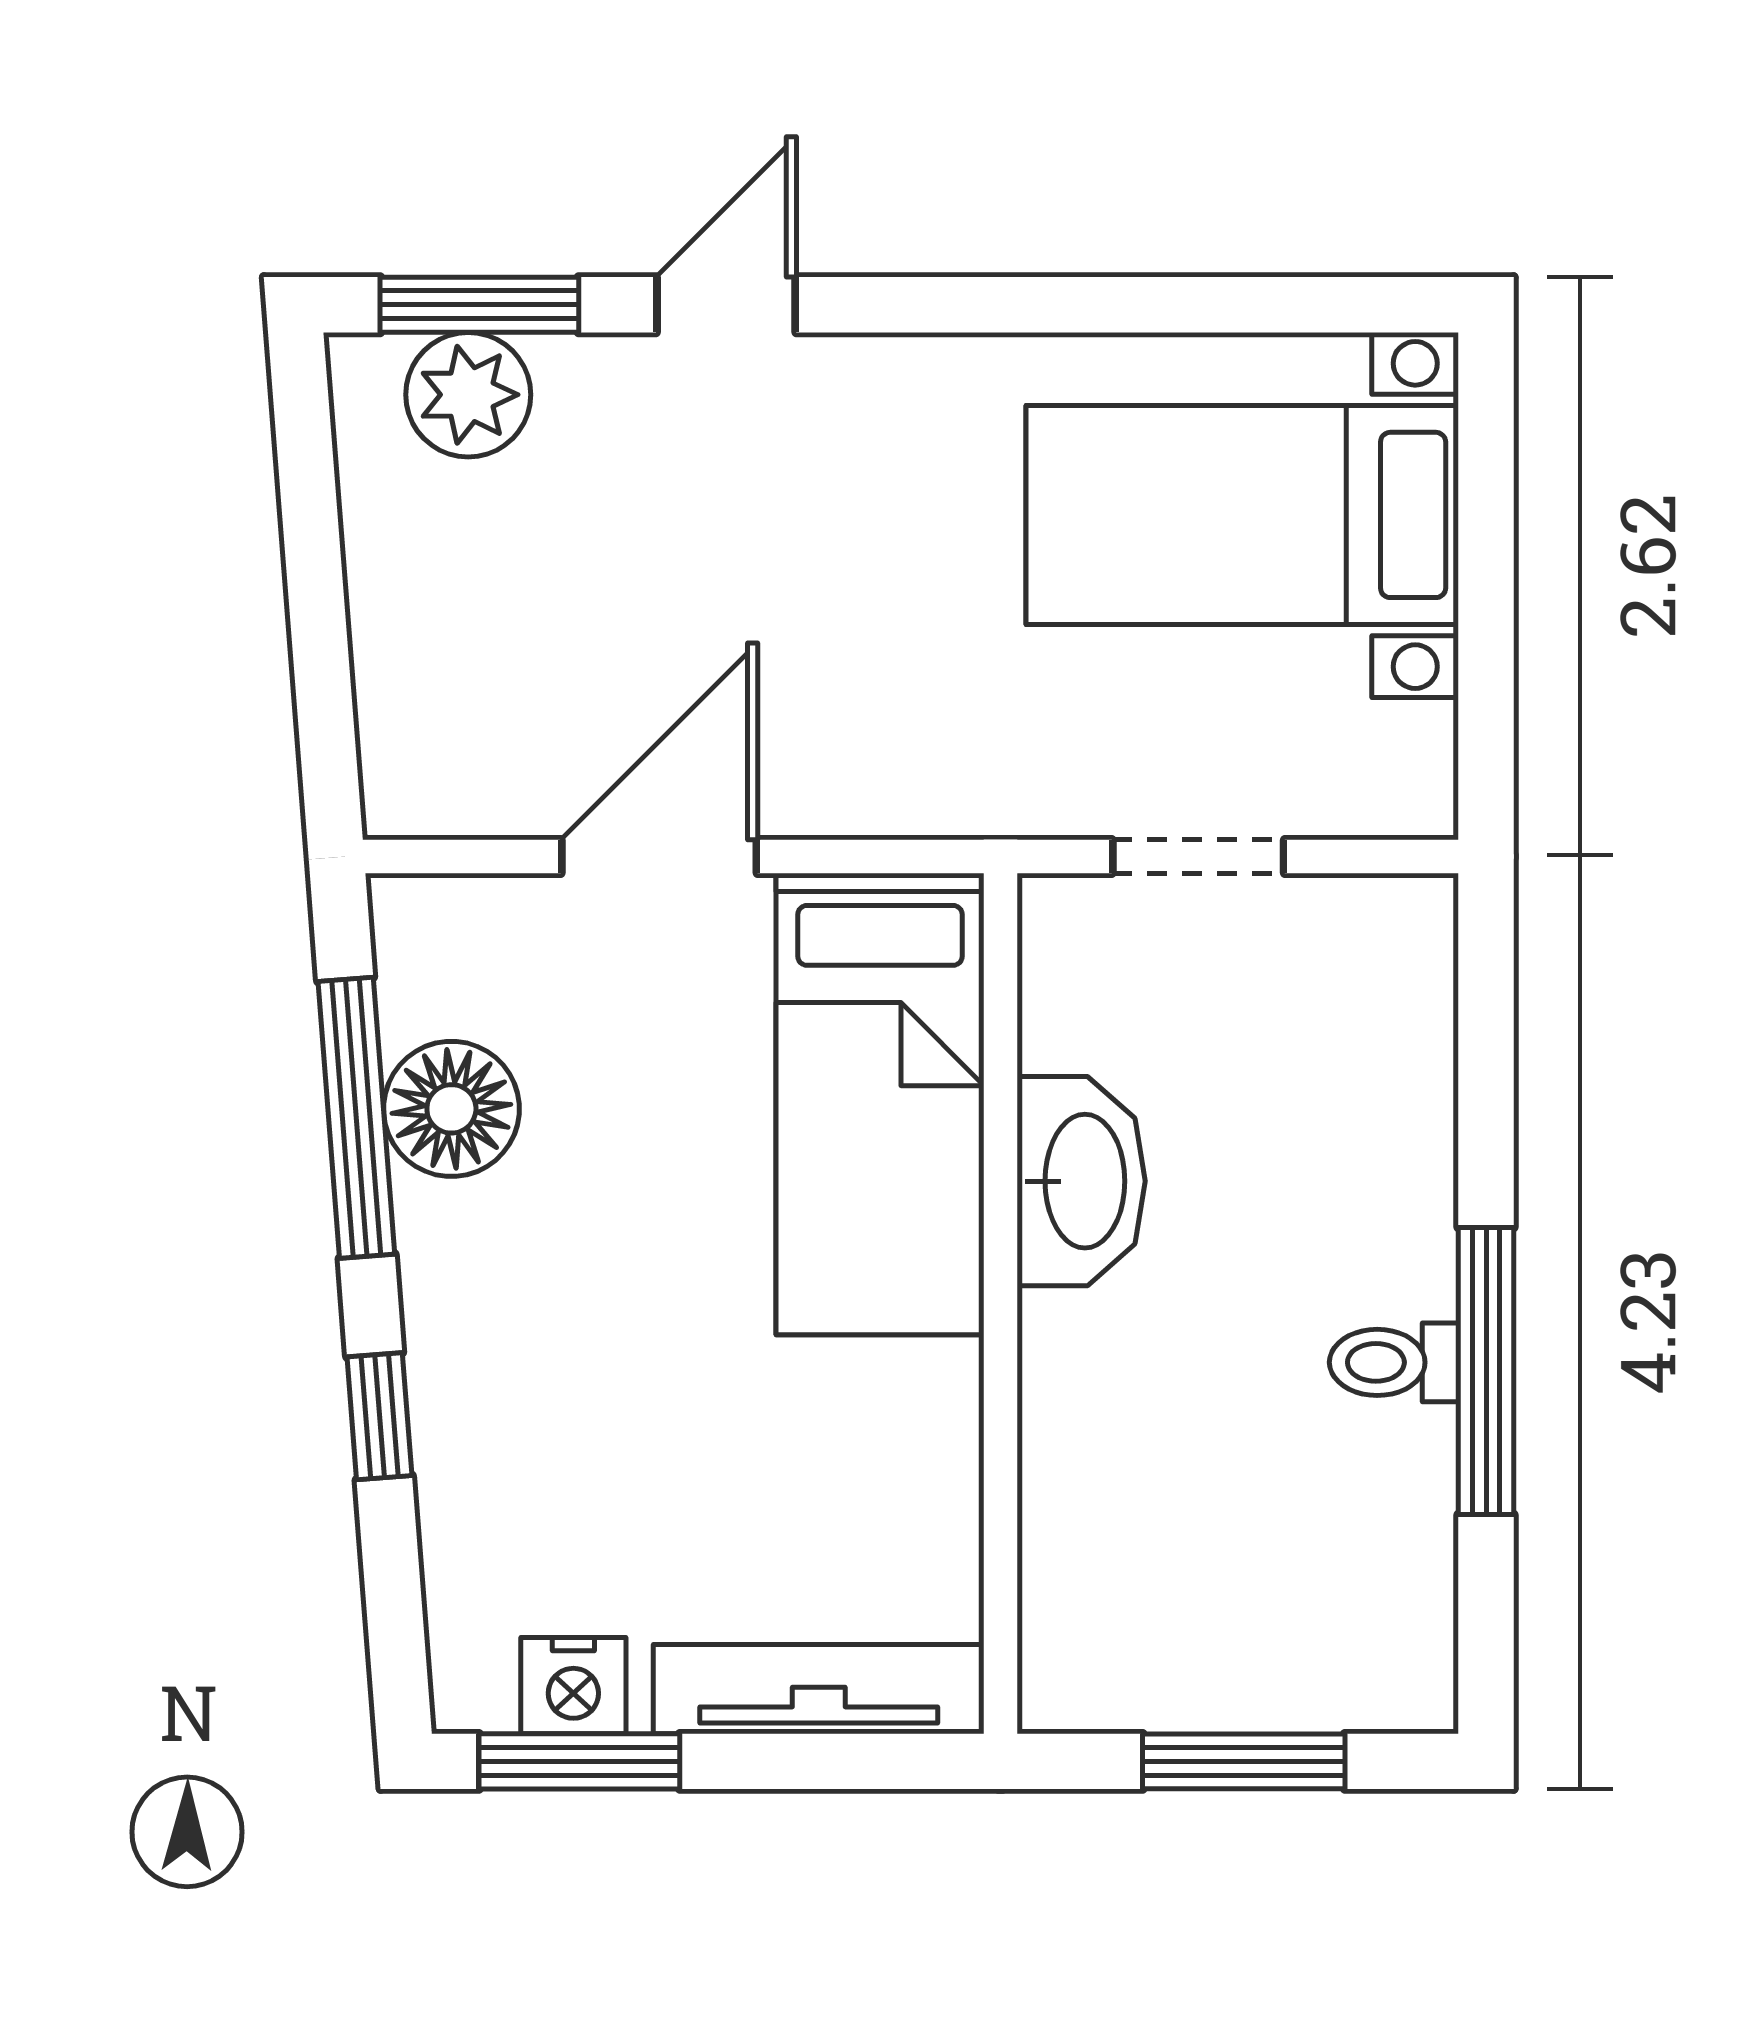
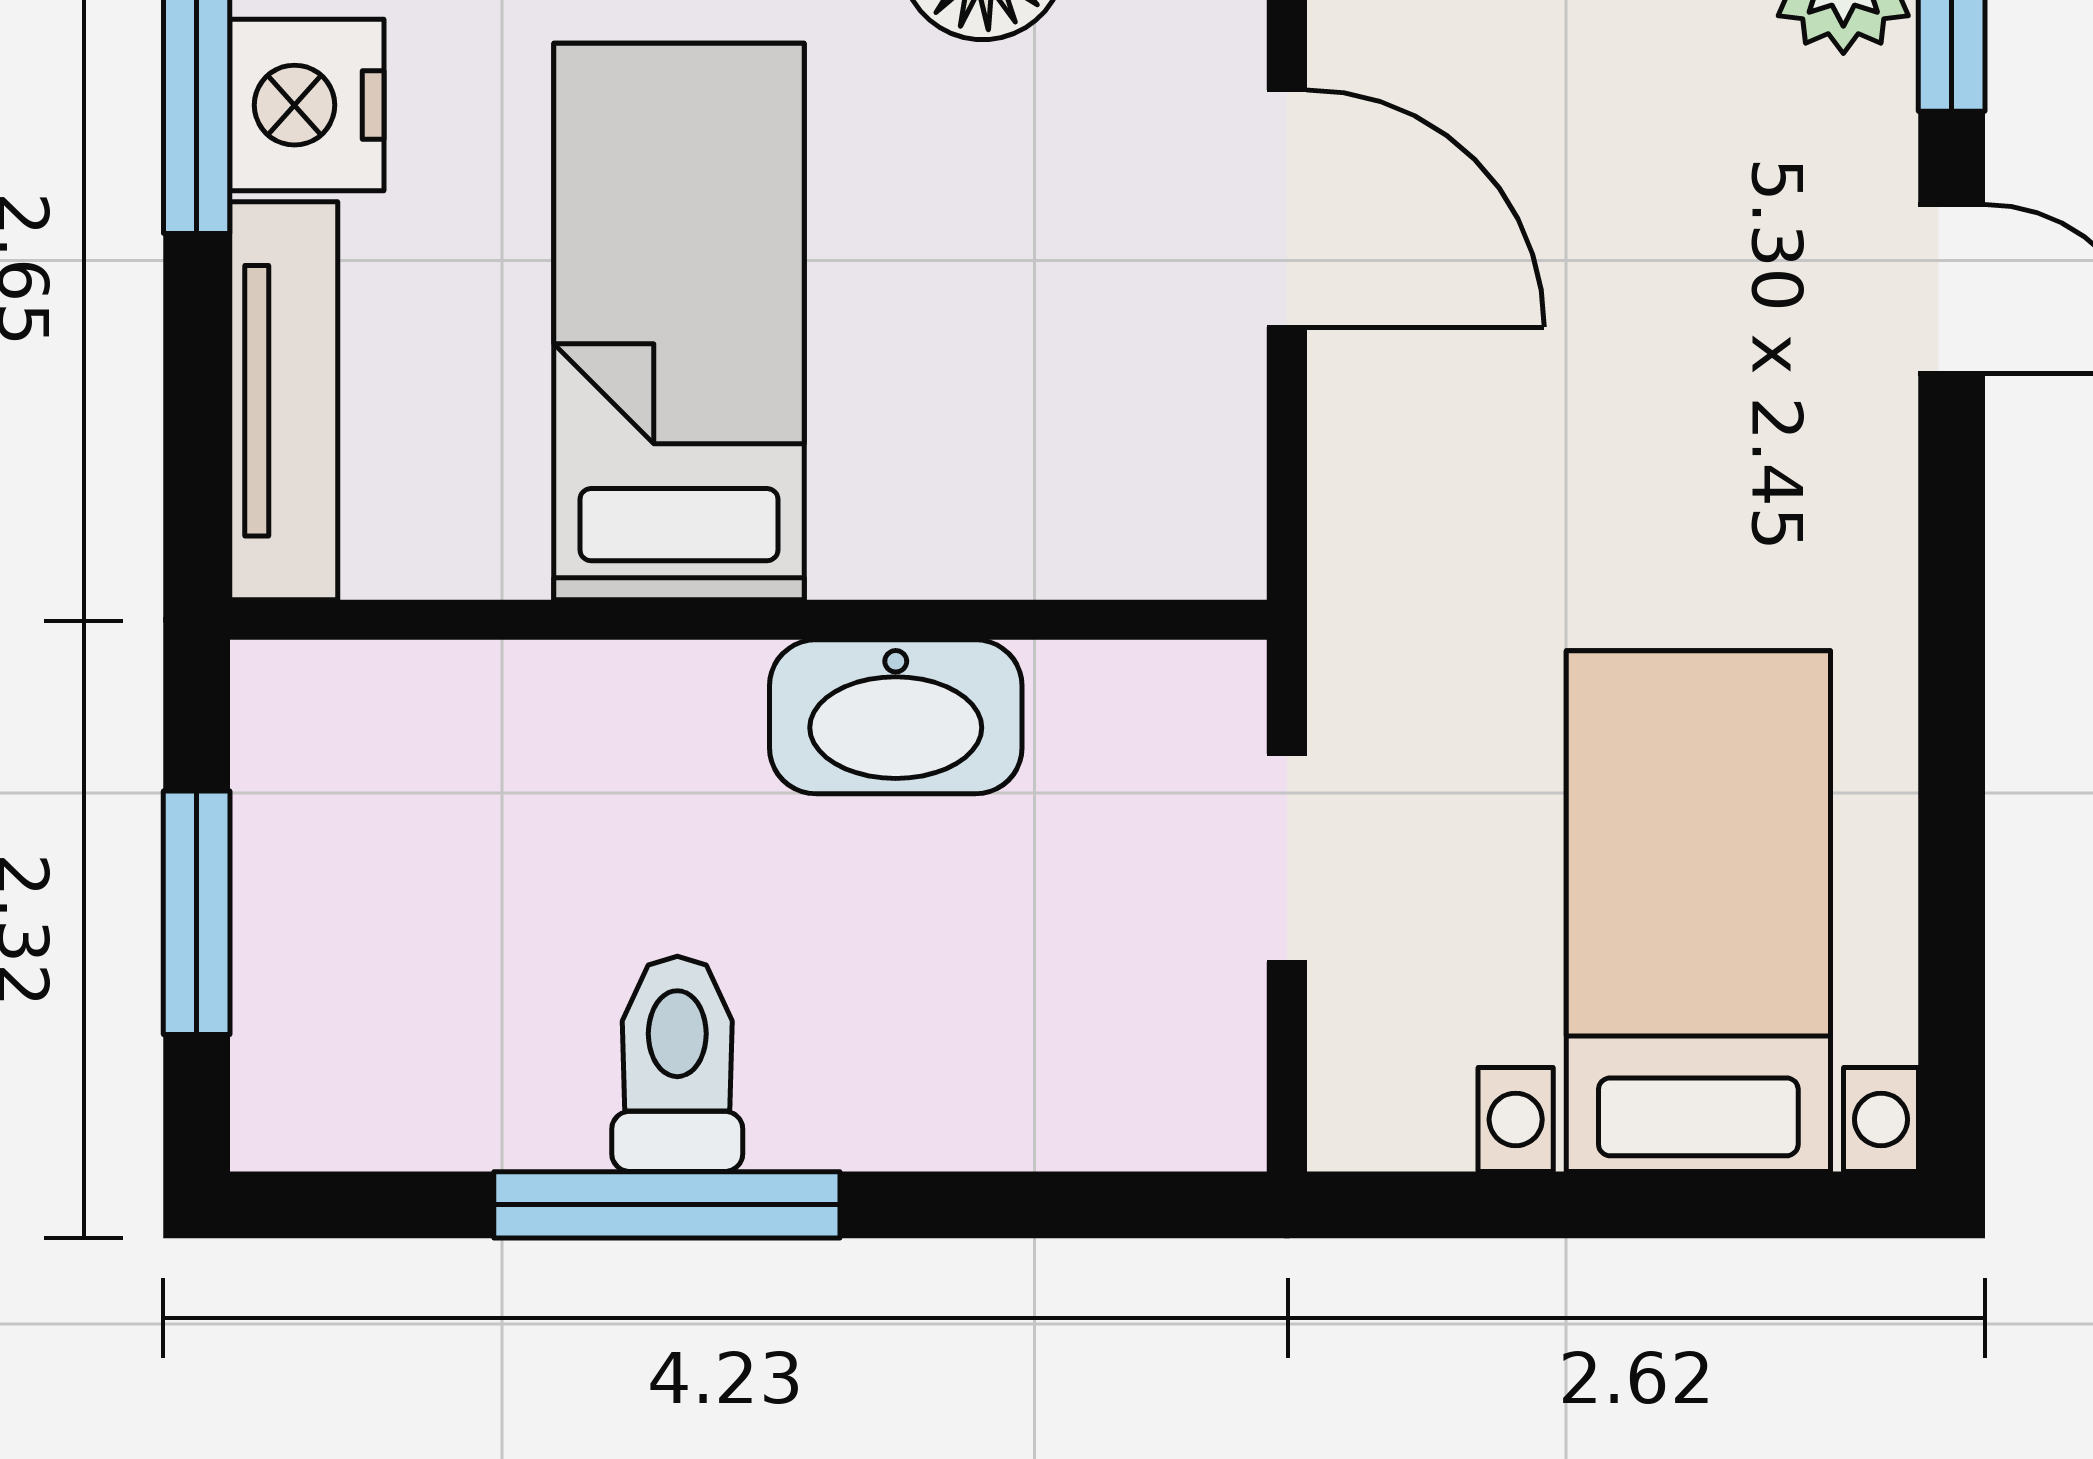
bed: (880, 1104) -> (679, 322), moved, turned 90
toilet: (1394, 1362) -> (677, 1064), width x1.37, depth x1.39
nightstand: (573, 1686) -> (307, 105), width x1.36, depth x1.33

